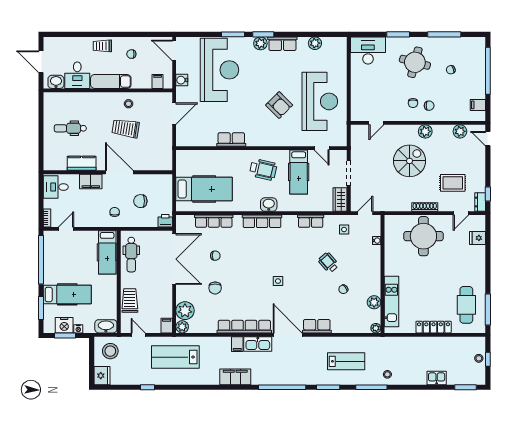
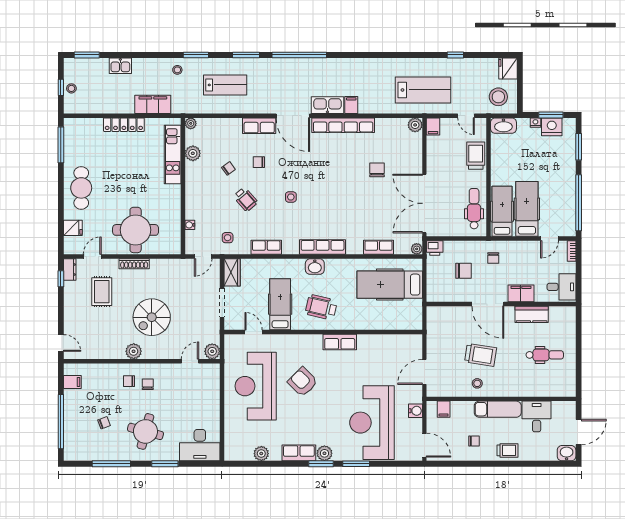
door: (41, 62) -> (579, 432), hinge flipped
washbasin: (56, 82) -> (567, 453), moved, turned 180
plant: (460, 131) -> (212, 351), moved
row of seats: (231, 140) -> (340, 342), moved
rug: (453, 183) -> (102, 292), turned 90
row of seats: (214, 221) -> (379, 247), width x0.68
chair: (215, 256) -> (259, 162), moved
side table: (278, 281) -> (291, 197), moved
hospital bed: (67, 294) -> (527, 209), moved, turned 90
trolley: (130, 300) -> (476, 156), turned 180
cafe table: (466, 305) -> (81, 188), moved
plant: (185, 311) -> (417, 249), moved, width x0.53, depth x0.53
lab bench: (346, 361) -> (225, 85), turned 180
filing cabinet: (235, 377) -> (153, 104), moved, turned 180
window: (371, 387) -> (196, 55), width x0.69

